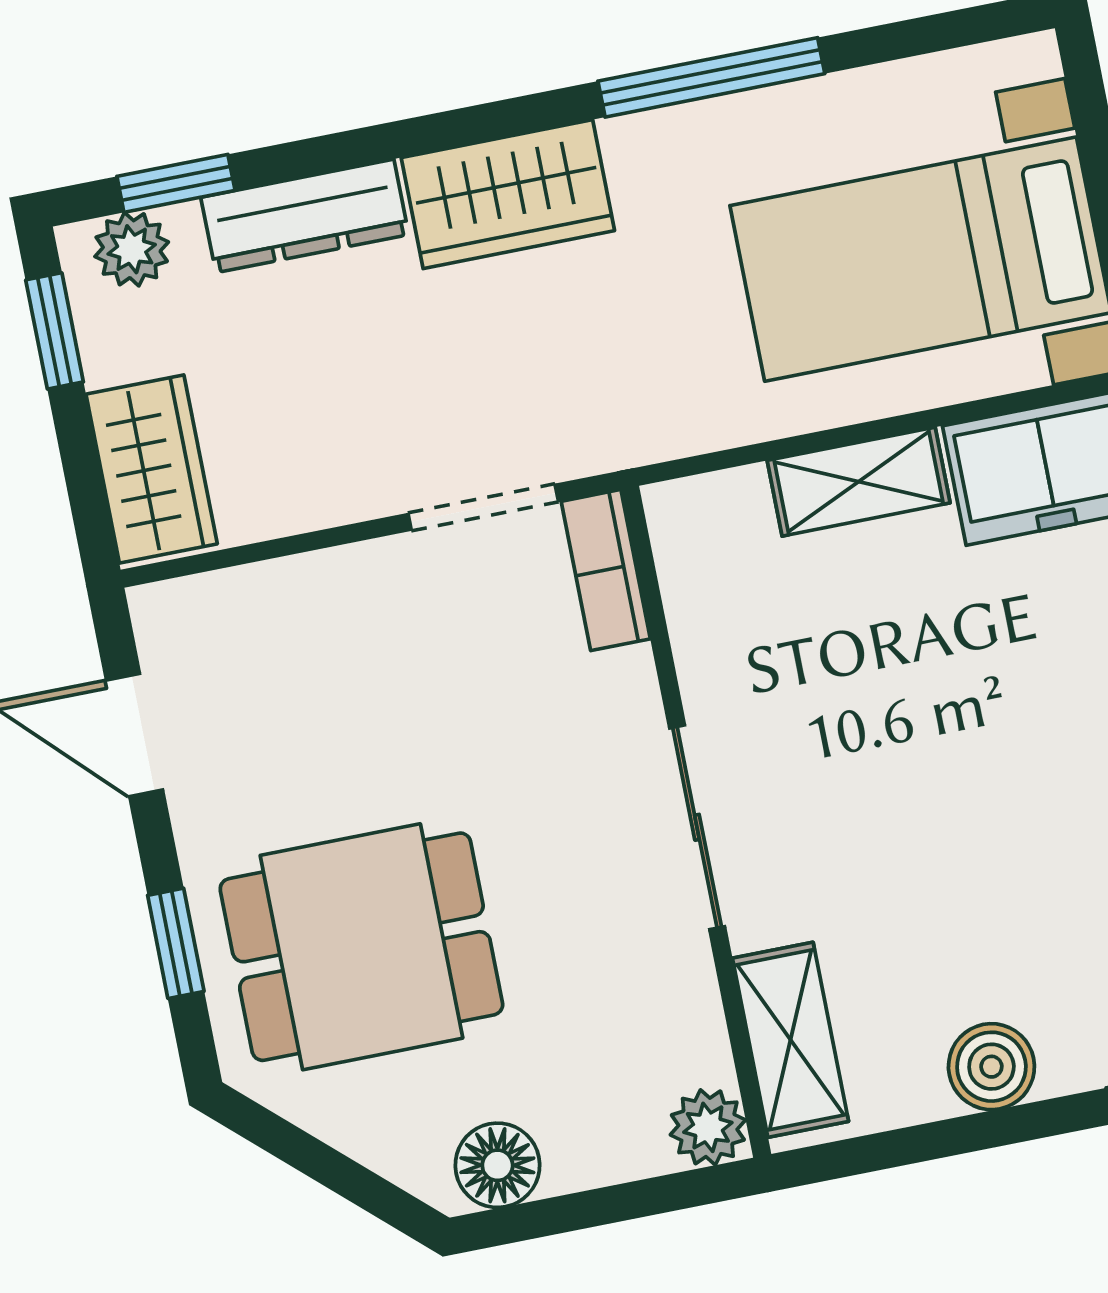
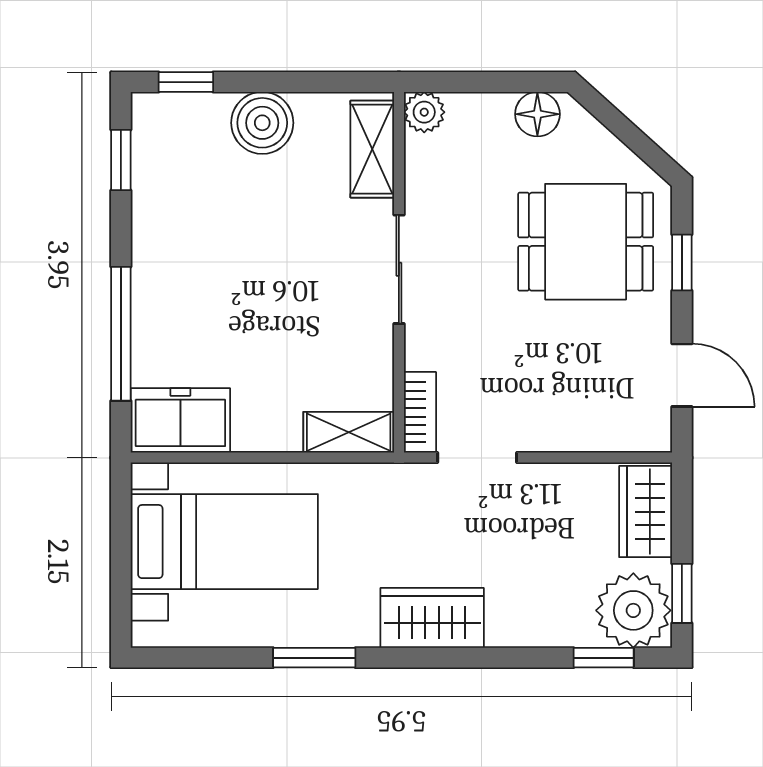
window: (711, 77) -> (314, 658), width x0.69
dresser: (305, 216) -> (540, 627), removed
plant: (132, 249) -> (633, 610), width x1.87, depth x1.87
shelving: (859, 482) -> (349, 432), moved
boiler: (991, 1067) -> (262, 123), width x1.36, depth x1.36

